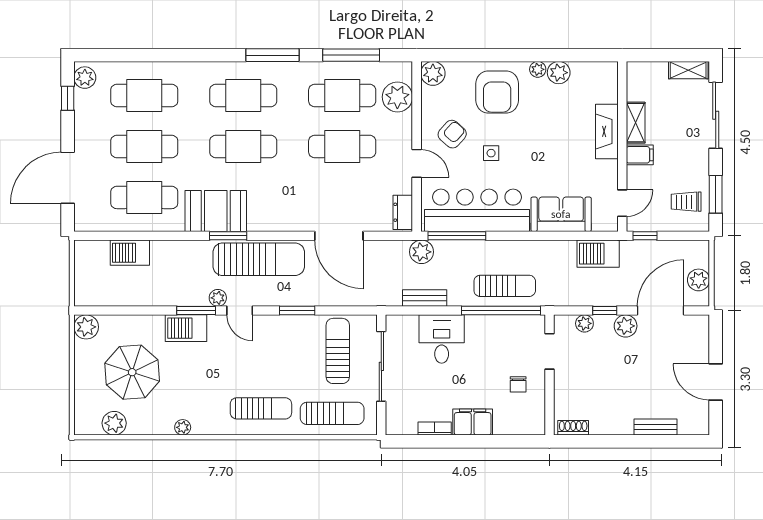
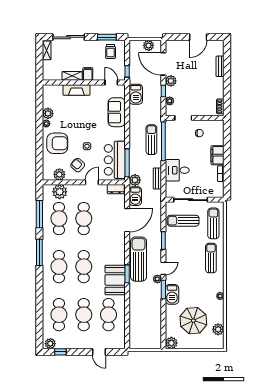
plant: (433, 73) -> (59, 174), moved
door: (68, 178) -> (99, 352), width x0.53
bar counter: (477, 210) -> (115, 160), width x0.73
barbecue: (130, 253) -> (135, 196), moved

